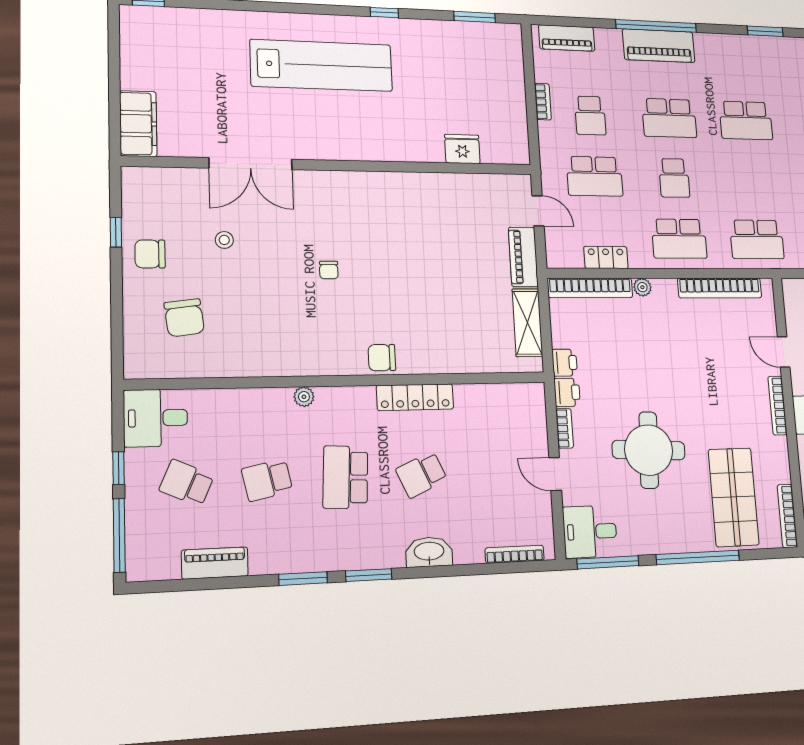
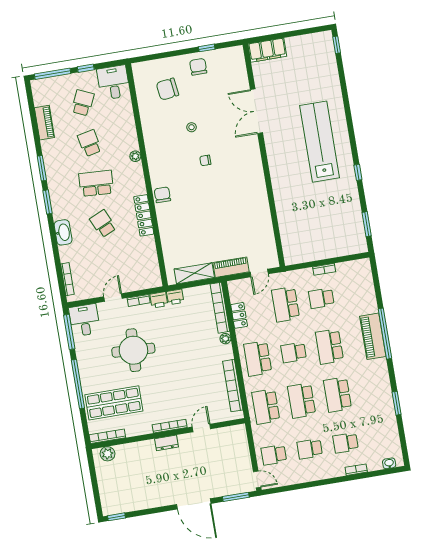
piano: (567, 38) -> (366, 280), removed
lab bench: (322, 65) -> (320, 142), turned 180
fridge: (462, 149) -> (287, 226), removed
school desk: (751, 179) -> (302, 401), added
stool: (224, 240) -> (192, 127), moved

